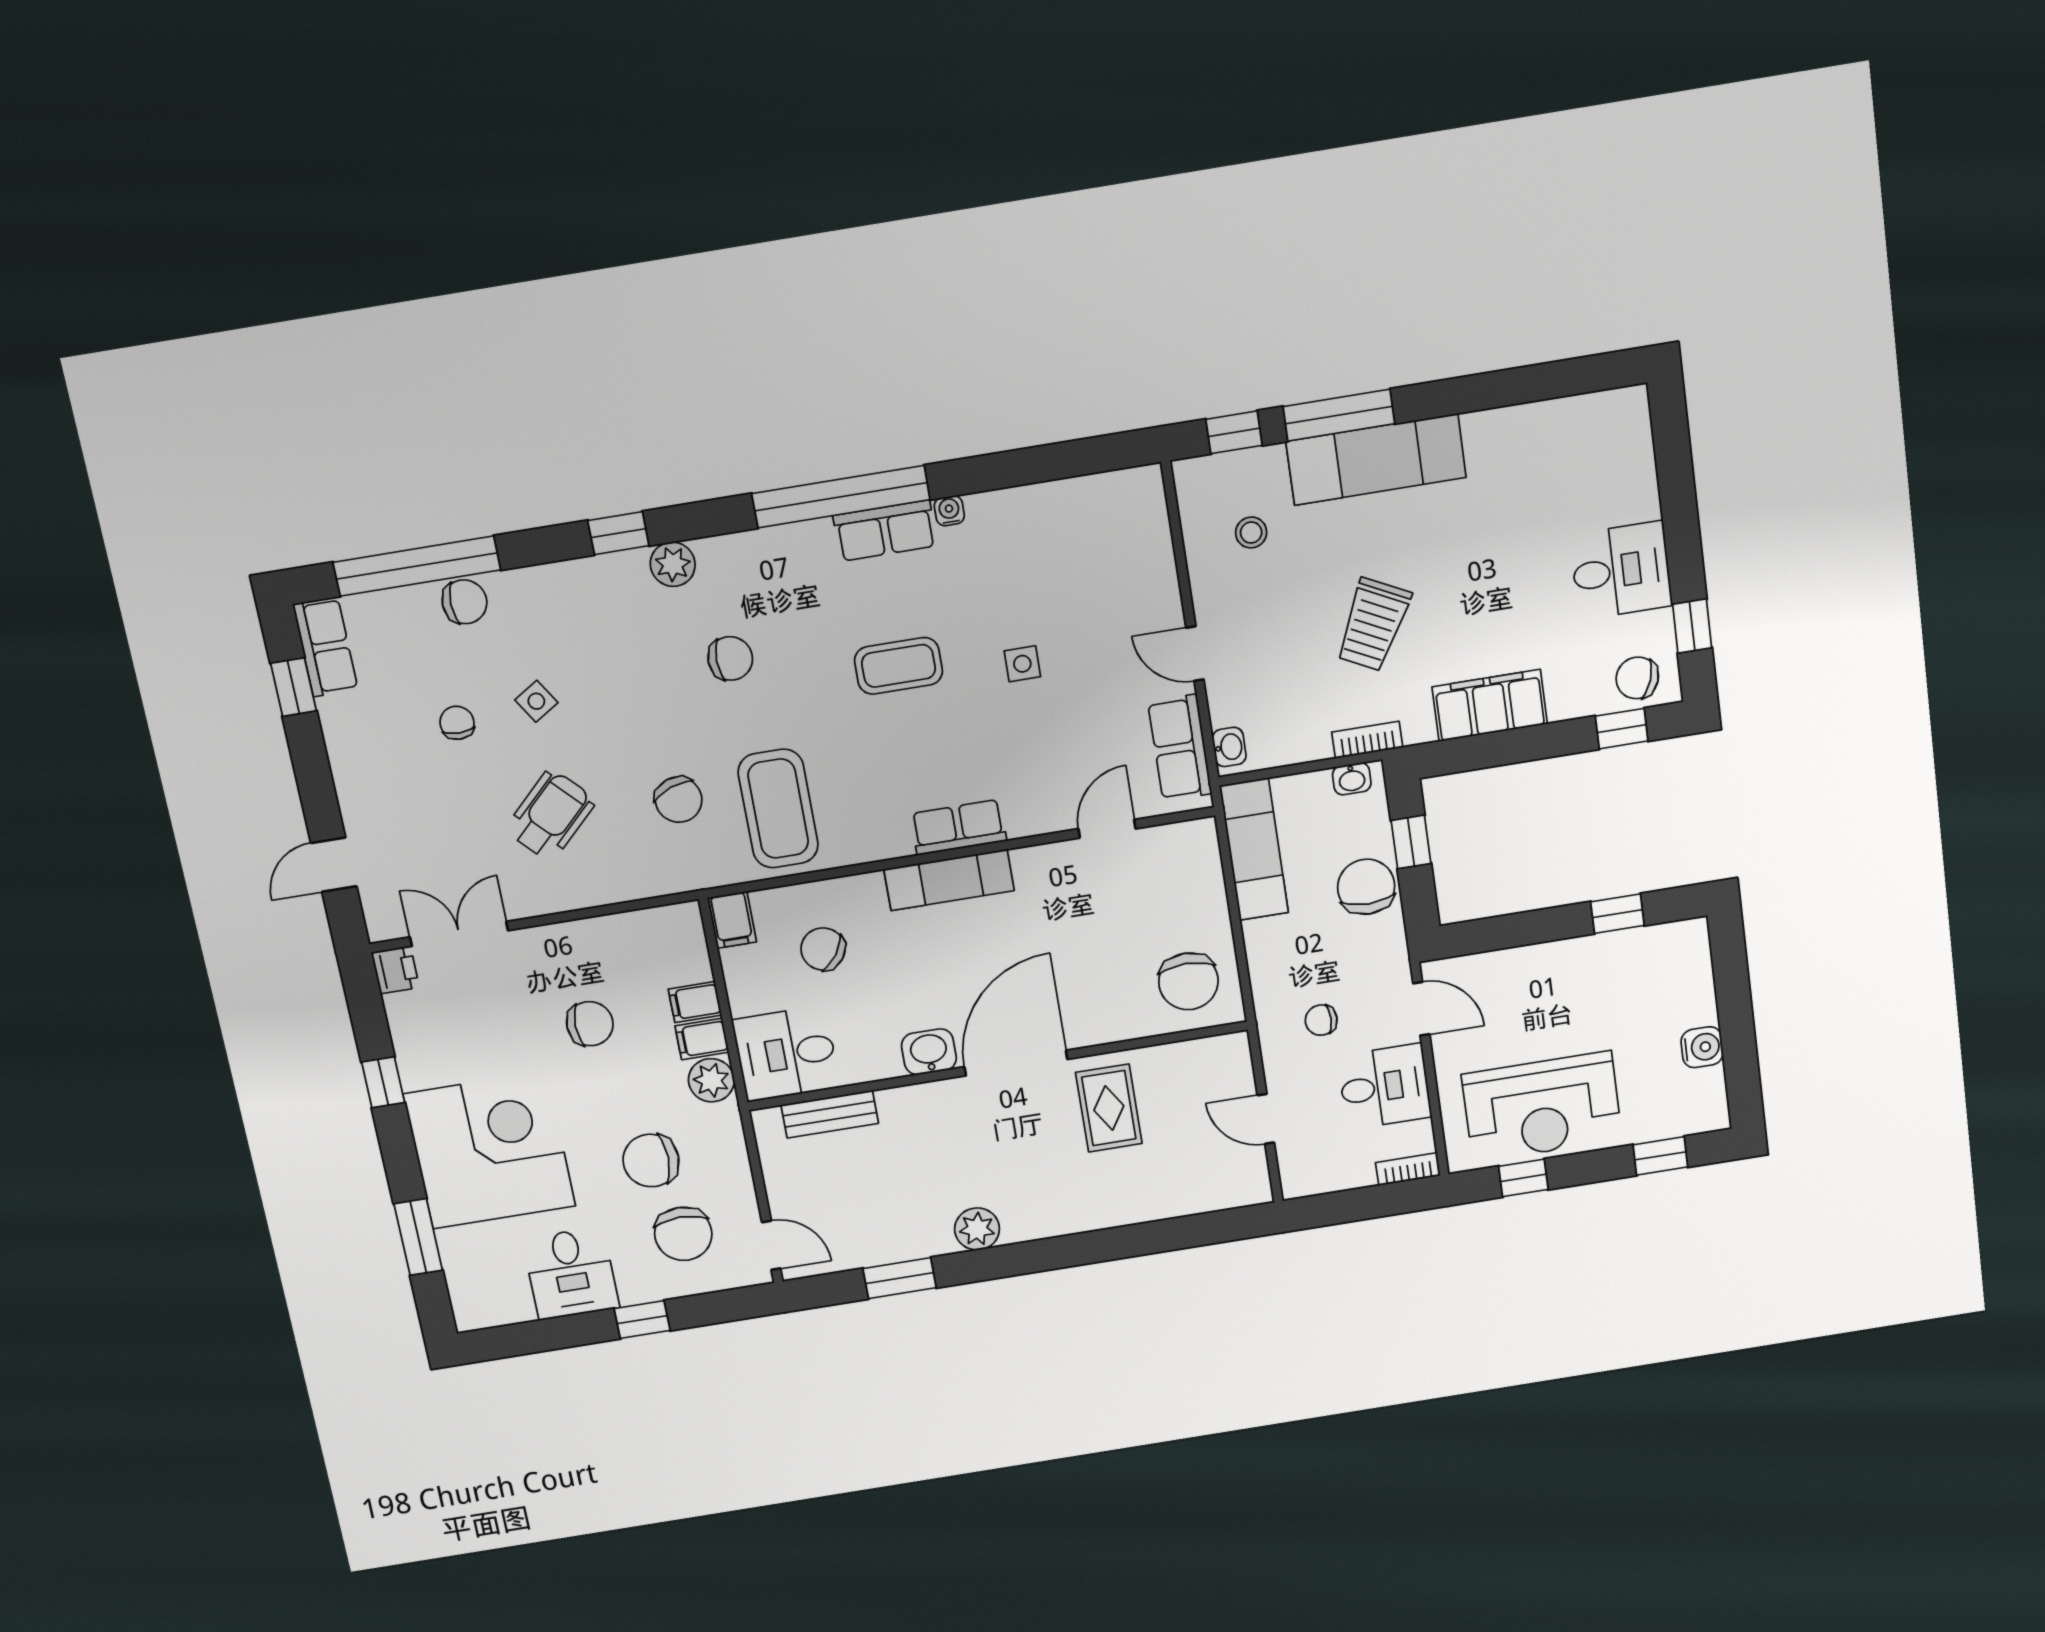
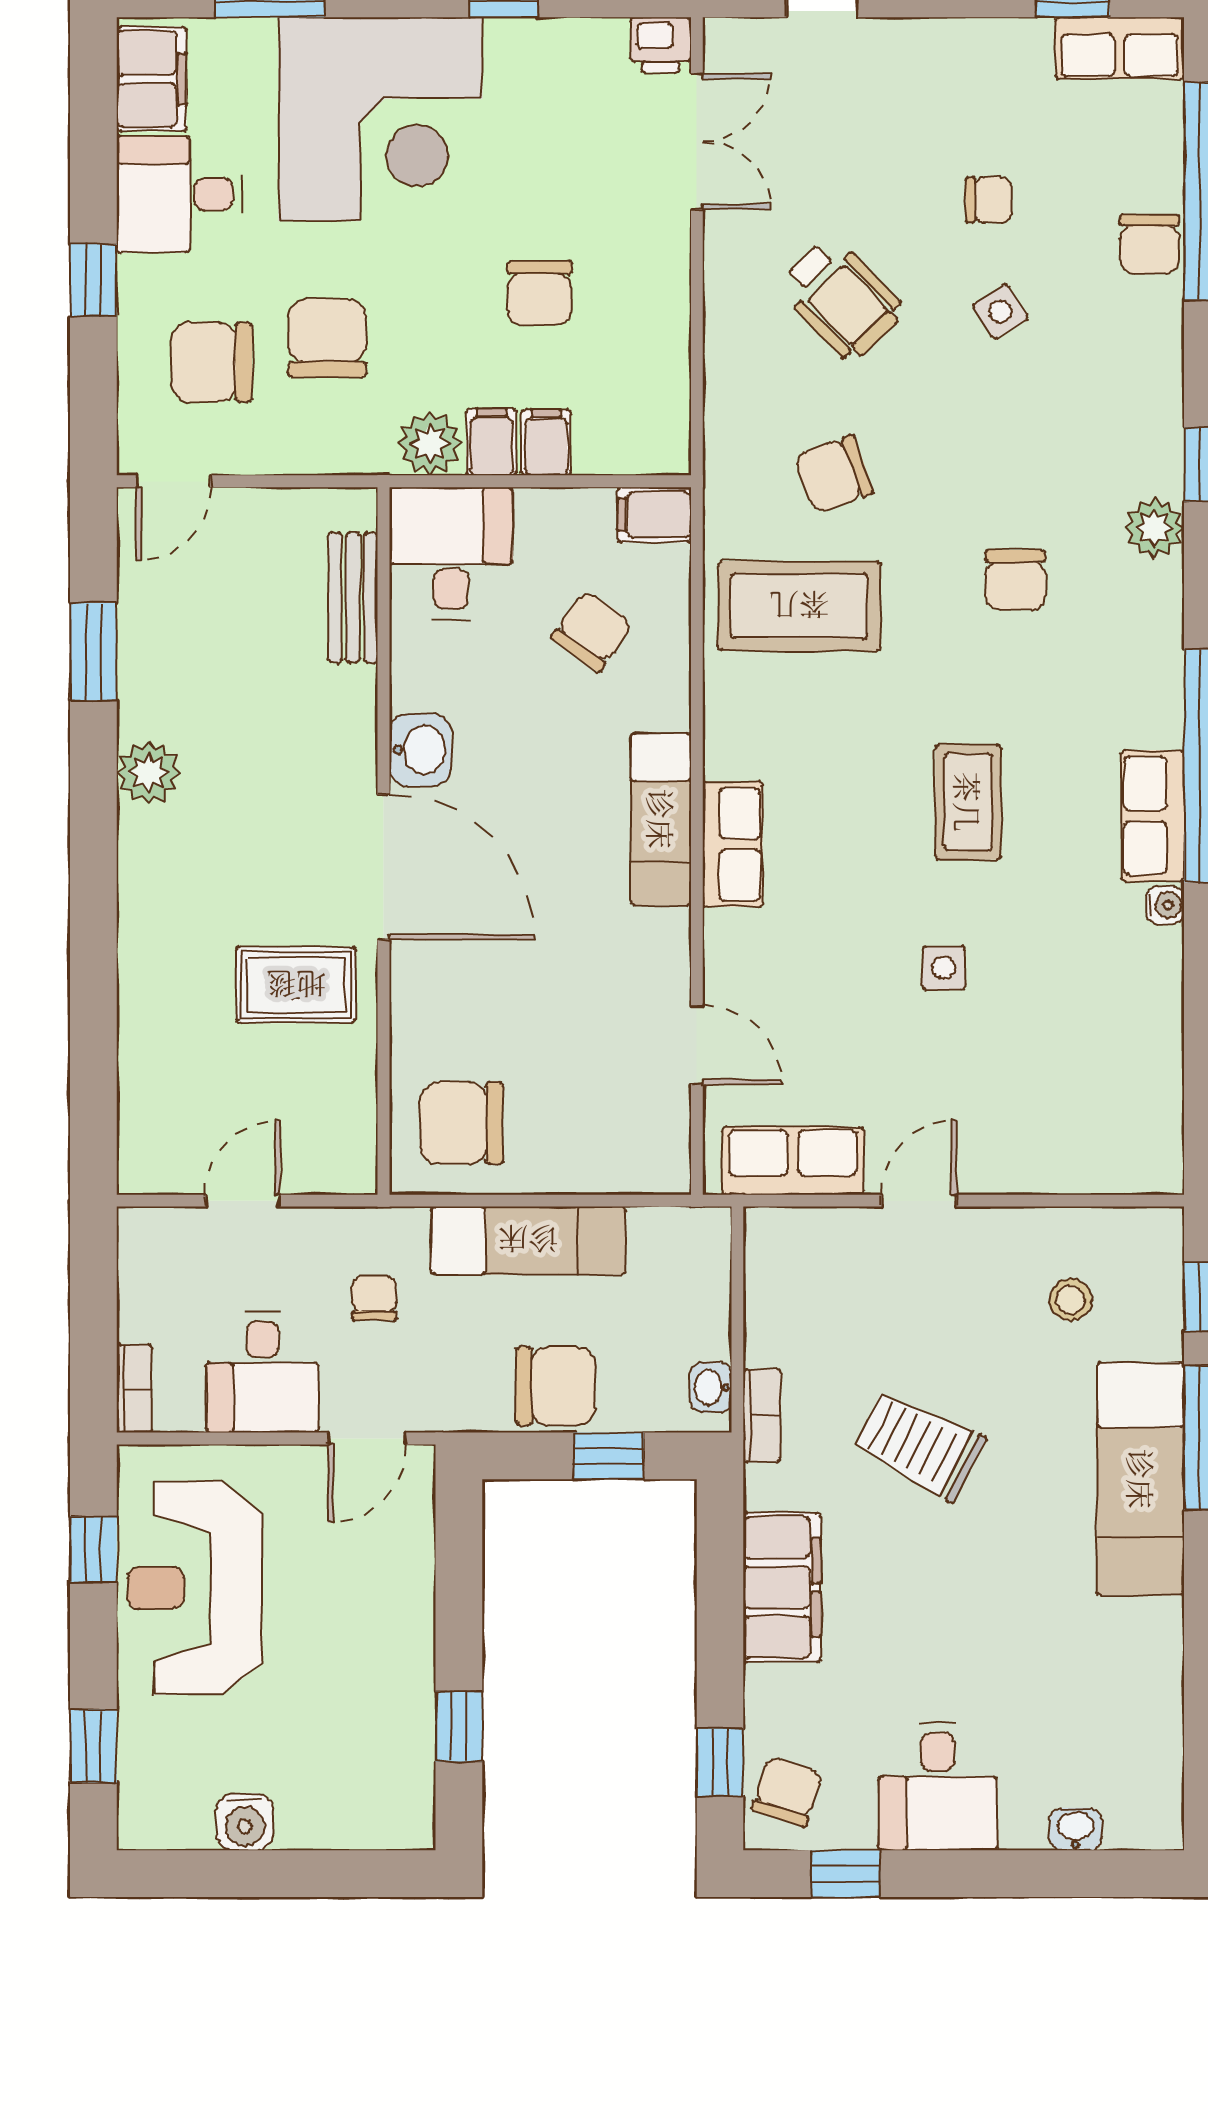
washbasin: (1229, 747) -> (1075, 1829), moved, turned 180
exam couch: (1254, 849) -> (528, 1240), moved
filing cabinet: (495, 1304) -> (152, 79), added

